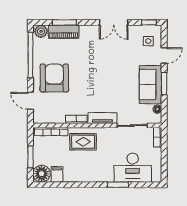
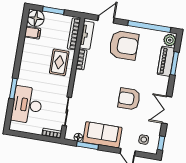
armchair: (109, 63) -> (129, 99), added
window: (164, 84) -> (88, 145), moved
tv unit: (102, 118) -> (87, 35), moved

